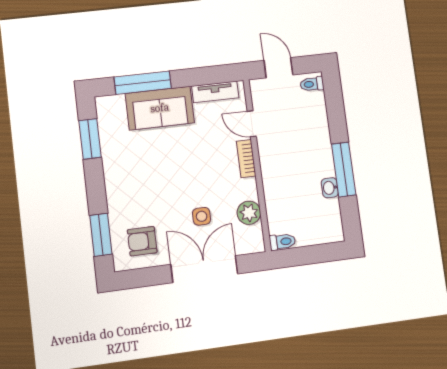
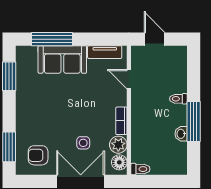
toilet: (312, 84) -> (178, 99), moved
bookcase: (246, 159) -> (121, 121), moved
floor lamp: (253, 236) -> (119, 162), added

